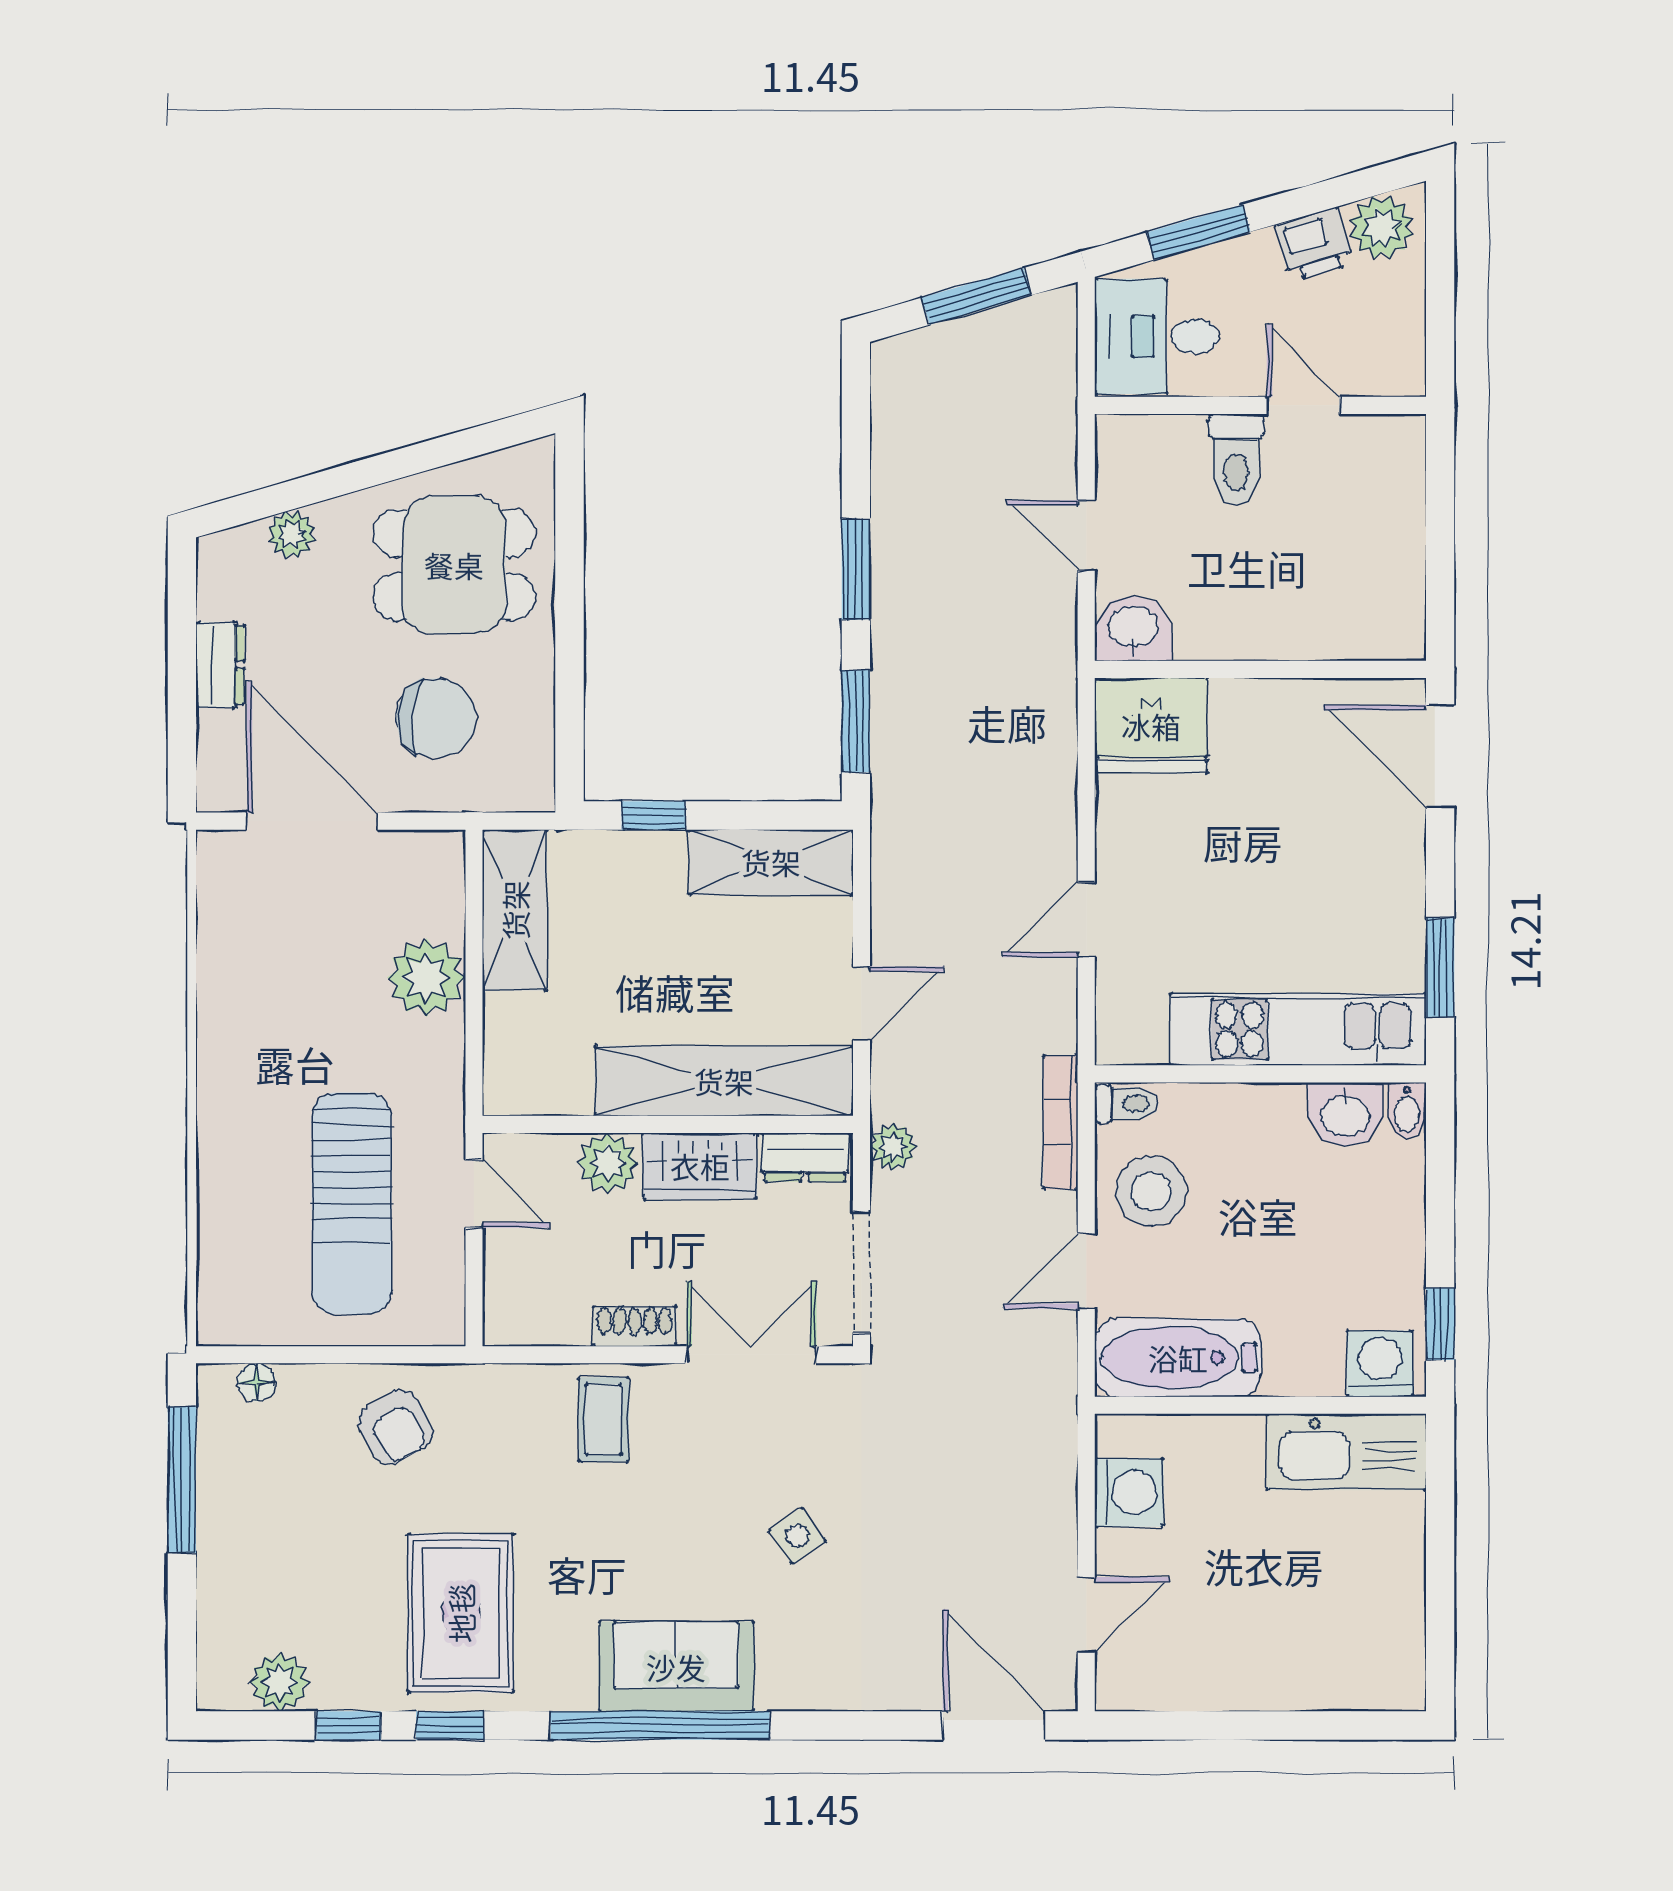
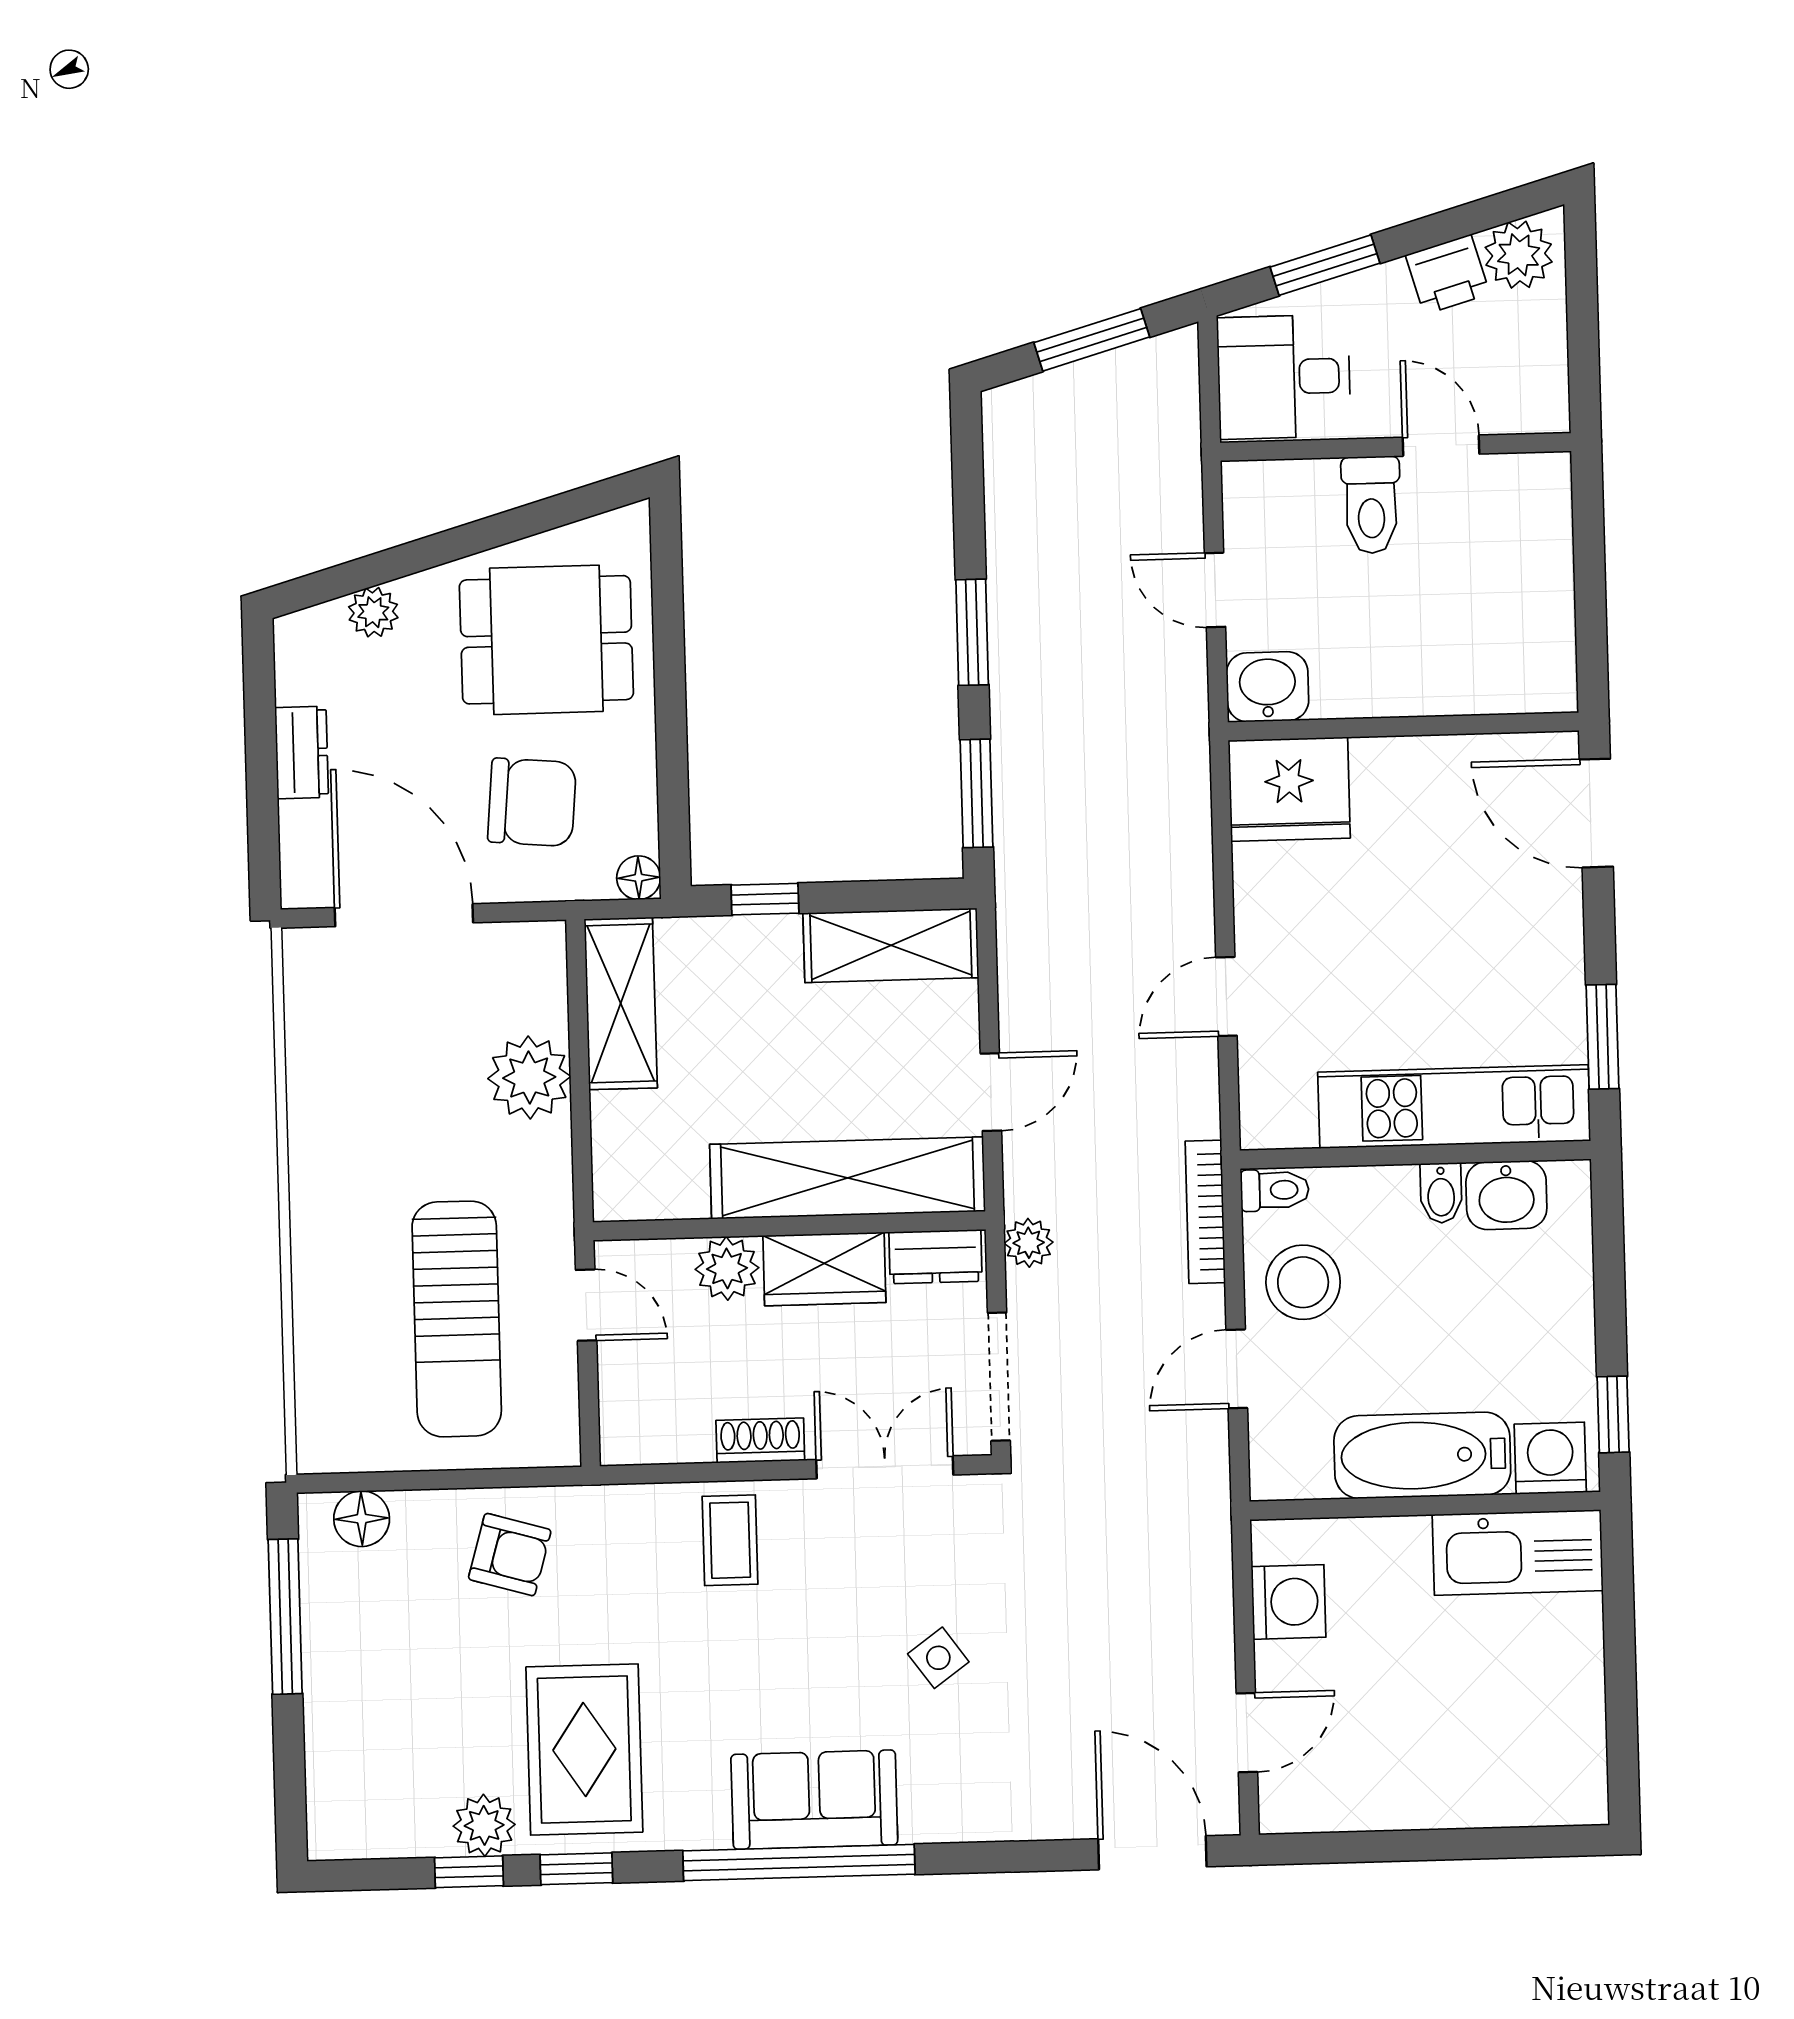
floor lamp: (535, 792) -> (639, 878), added
bidet: (1407, 1111) -> (1441, 1193), moved
bathtub: (1178, 1358) -> (1422, 1455), moved
floor lamp: (257, 1382) -> (362, 1519), width x1.37, depth x1.37
armchair: (395, 1427) -> (510, 1555), turned -45
plant: (280, 1682) -> (484, 1825), moved

